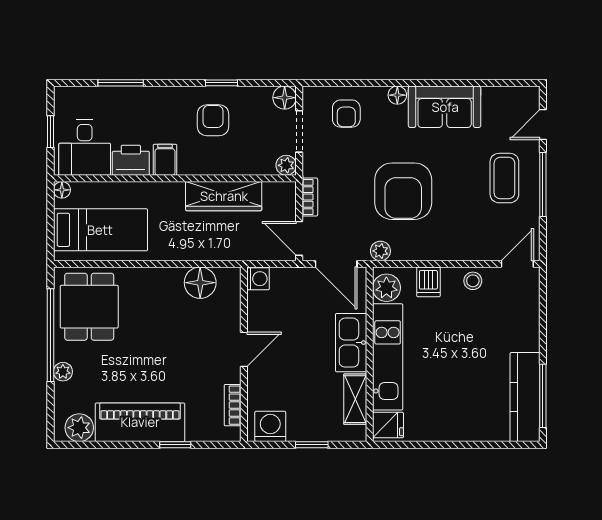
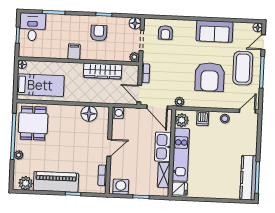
floor lamp: (397, 95) -> (258, 27), moved
desk: (85, 148) -> (32, 27), moved, turned 180
printer: (131, 160) -> (57, 51), removed
coffee table: (504, 178) -> (243, 68), width x1.36, depth x1.32
armchair: (403, 191) -> (210, 77), moved

